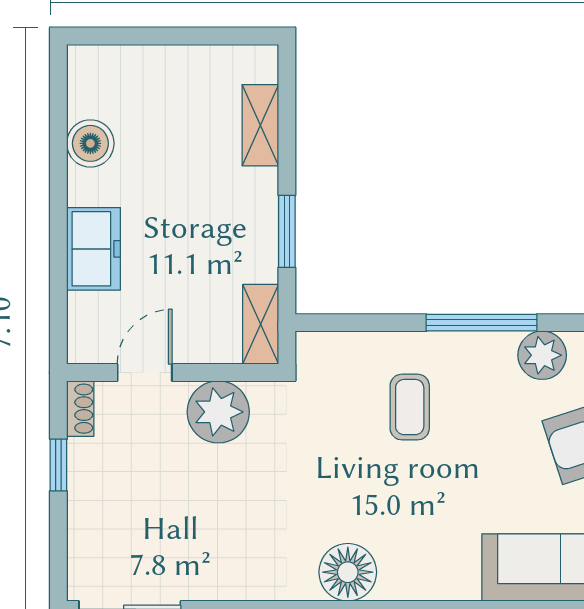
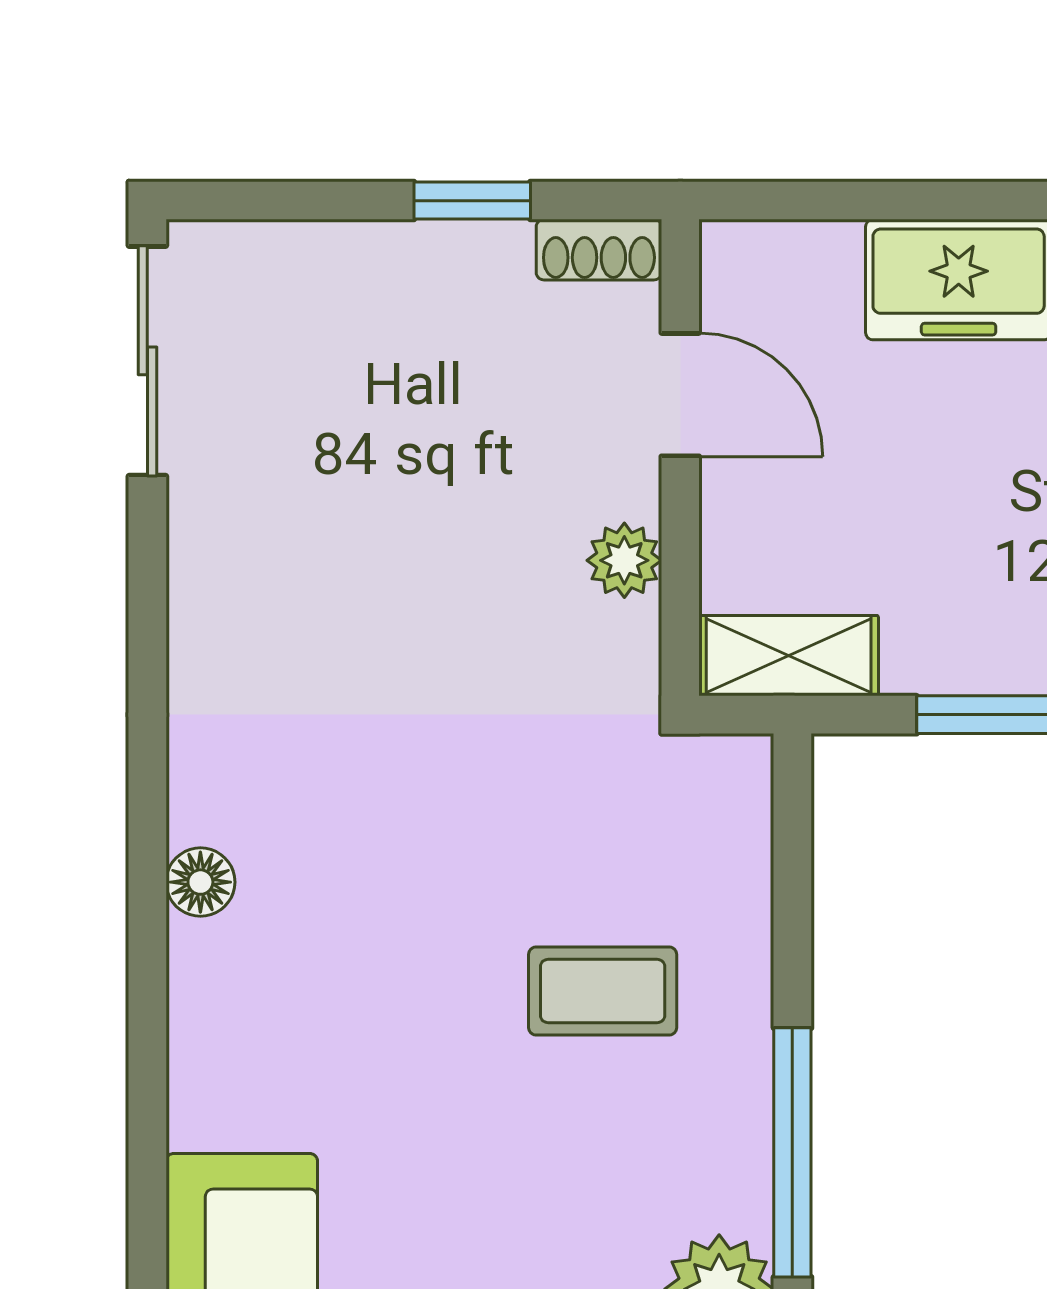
plant: (218, 412) -> (624, 560), width x0.53, depth x0.53
floor lamp: (348, 572) -> (200, 882), width x0.53, depth x0.53

